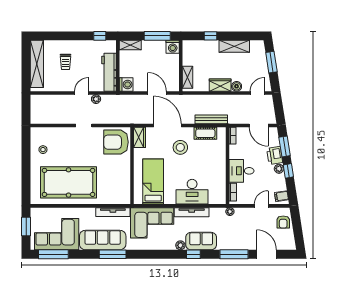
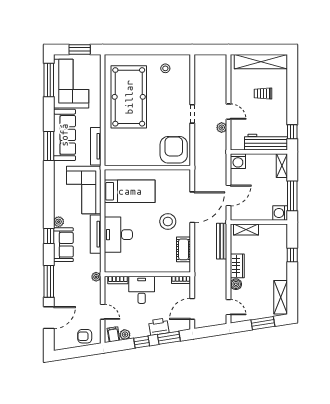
shelving: (234, 46) -> (281, 297), moved
workbench: (109, 72) -> (266, 142), moved
bench: (211, 119) -> (222, 241), moved
wardrobe: (140, 137) -> (179, 176), removed
plant: (279, 169) -> (125, 335), moved

